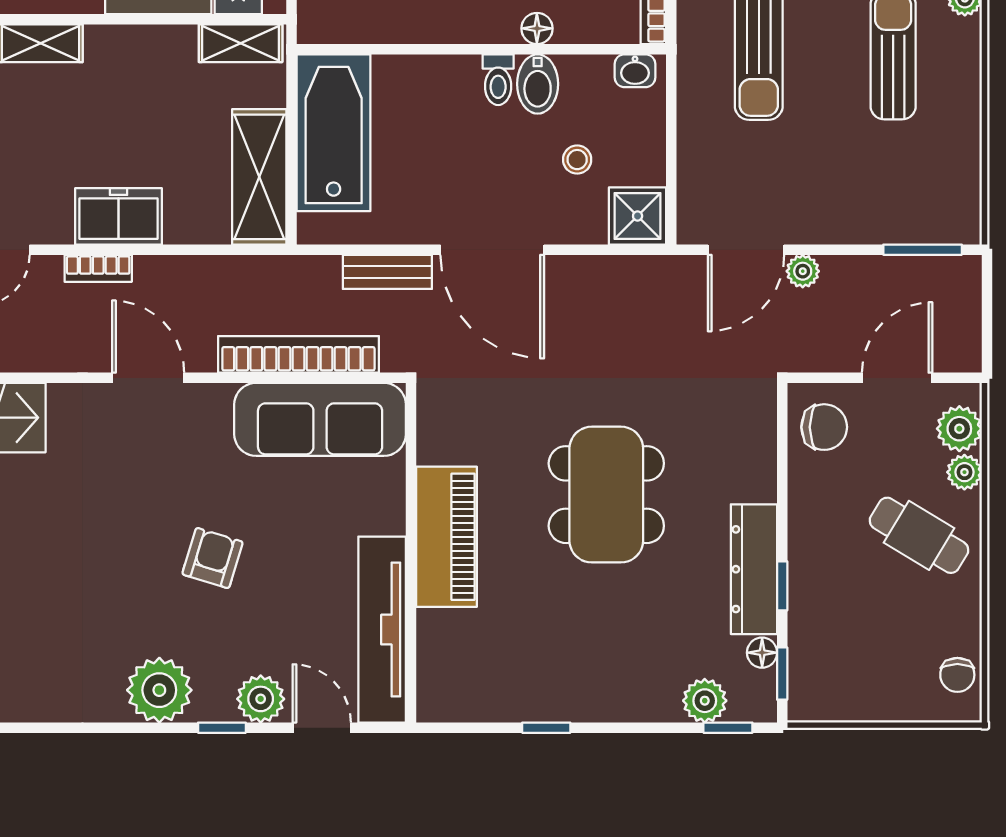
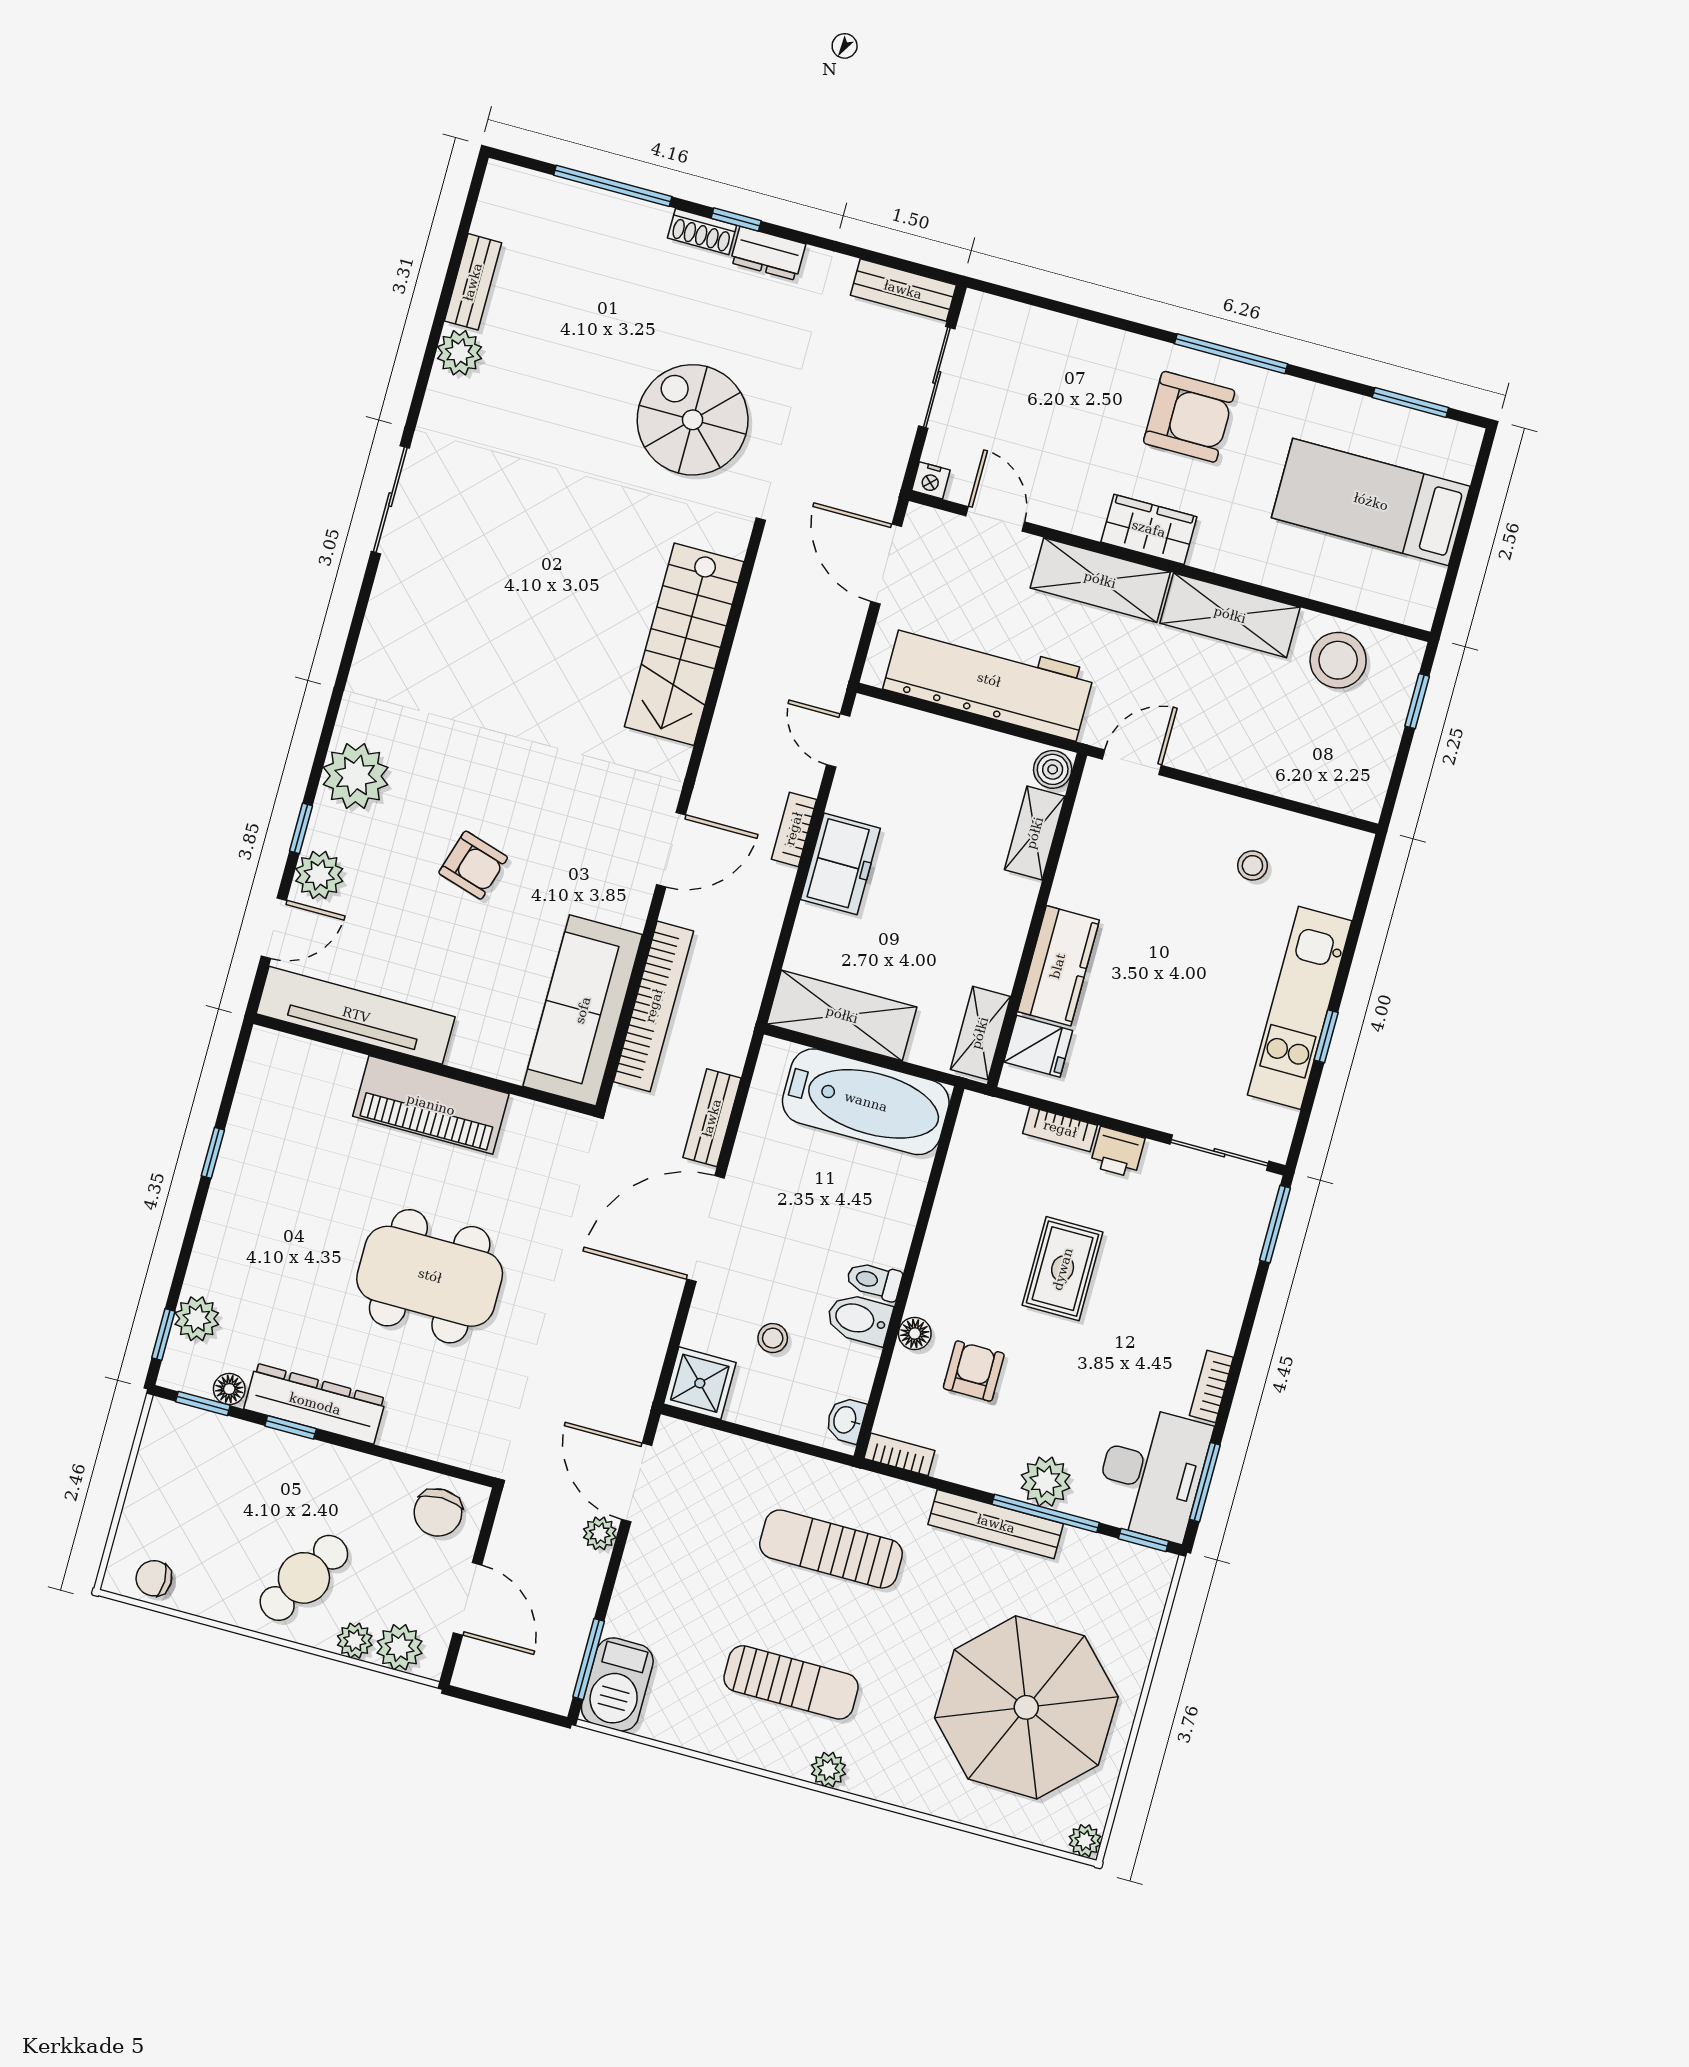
barbecue: (939, 217) -> (617, 1684), added

